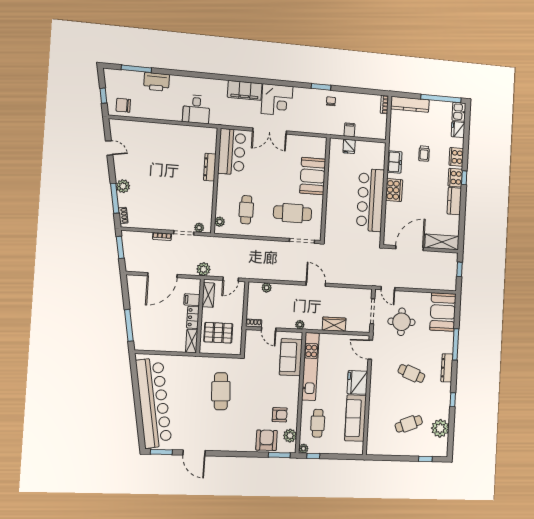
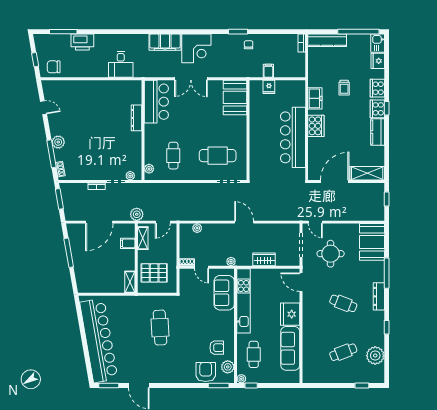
booth: (313, 176) -> (235, 97), moved
locker: (193, 317) -> (130, 260), removed
window: (129, 325) -> (69, 253), moved

